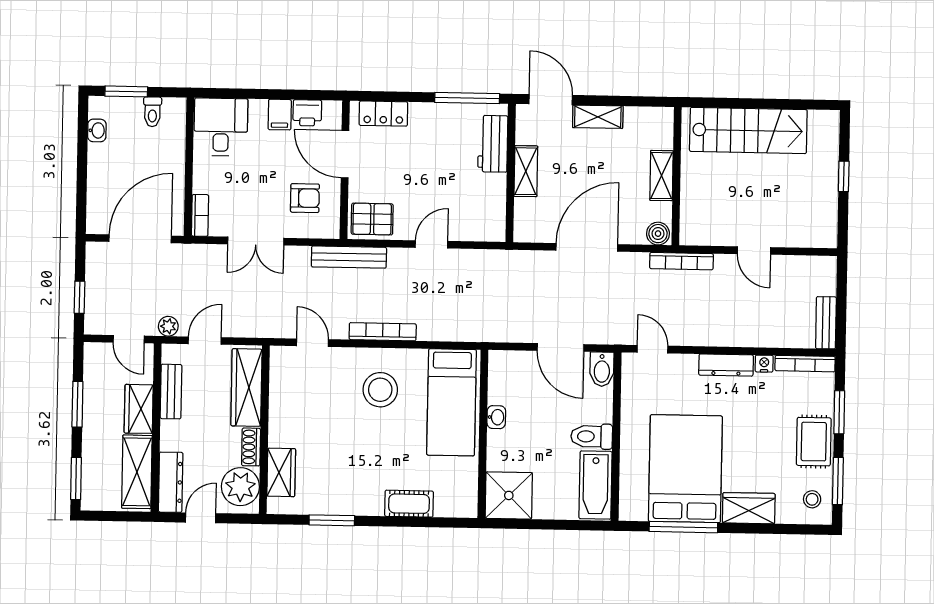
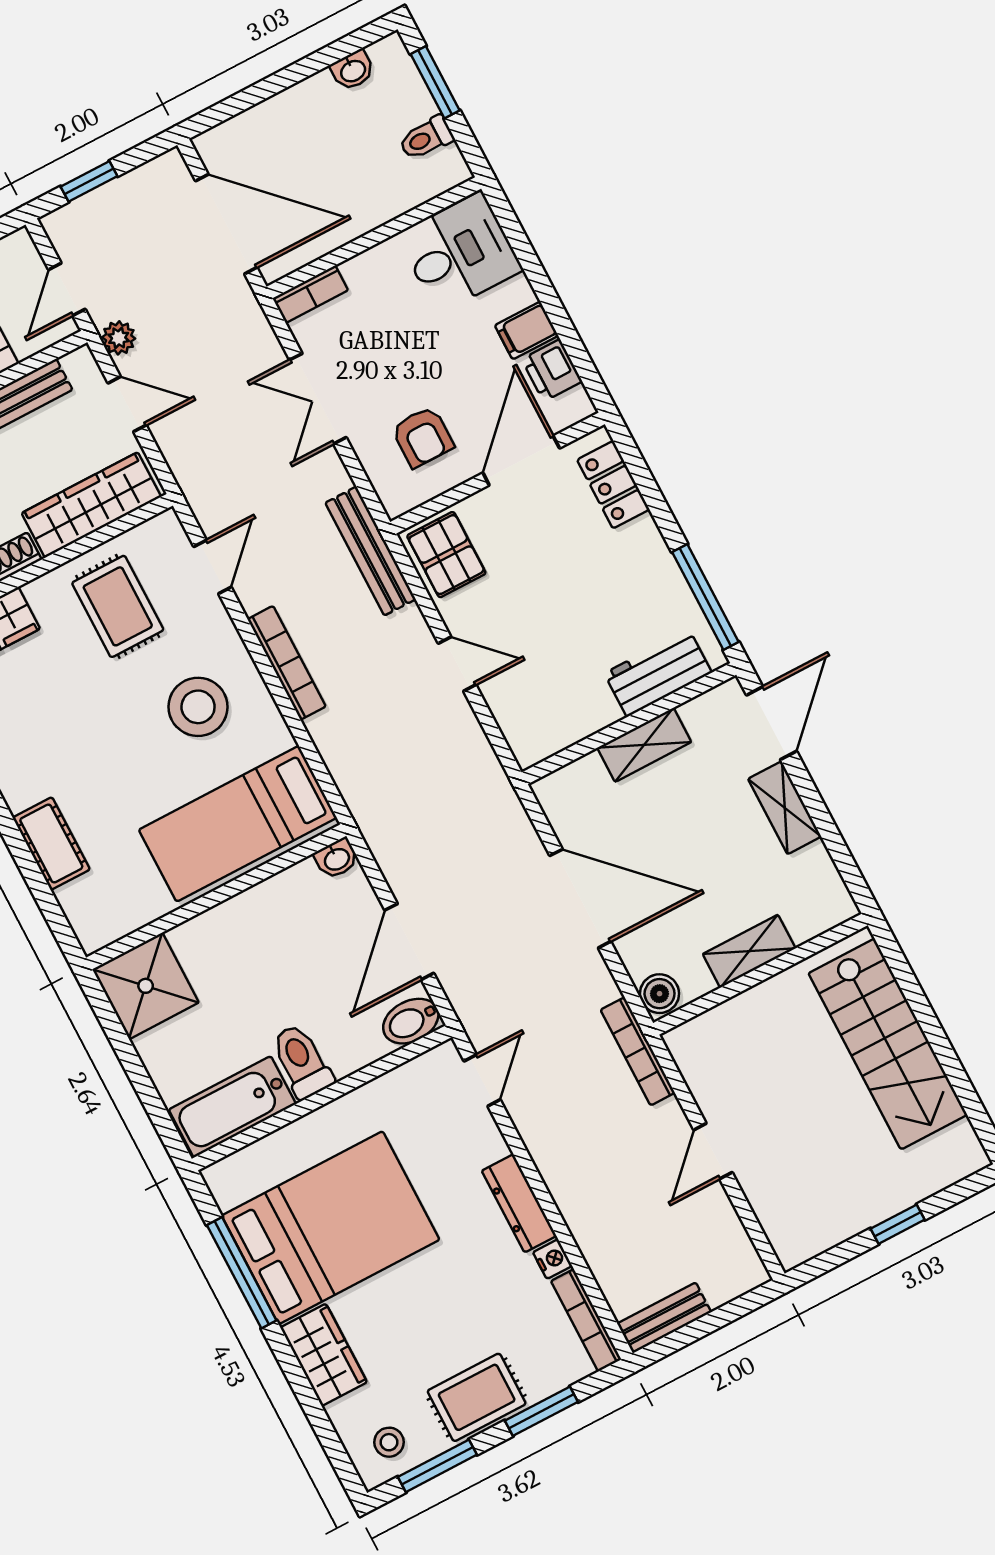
rug: (306, 403) -> (118, 606), added
washbasin: (496, 417) -> (336, 859), moved

